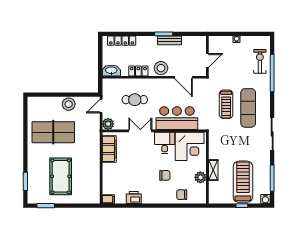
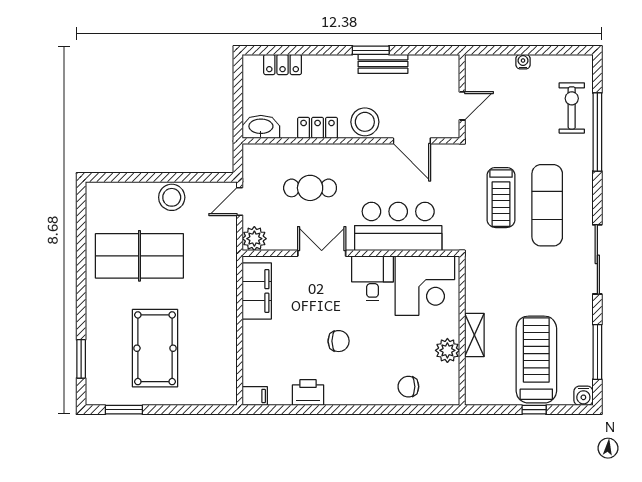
locker: (122, 41) -> (283, 65), width x0.66
chair: (165, 175) -> (339, 341), moved

